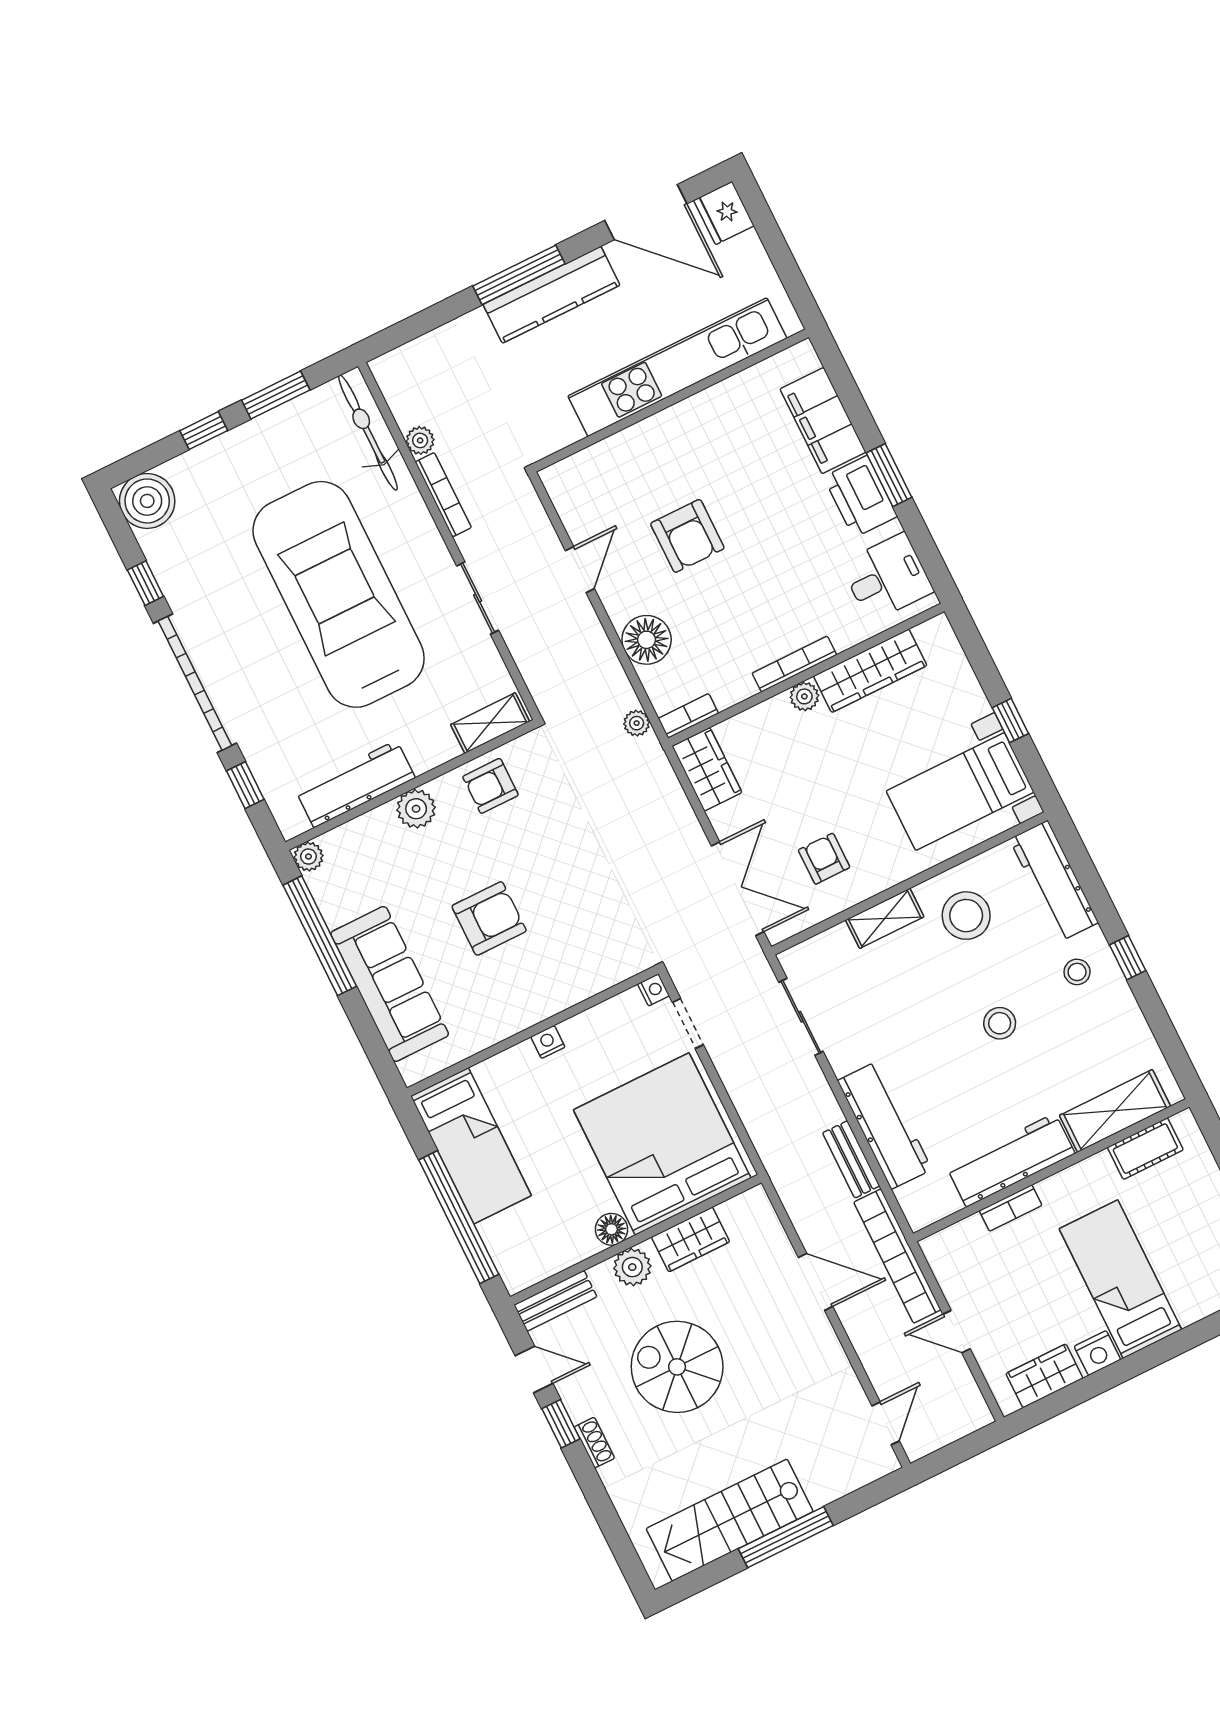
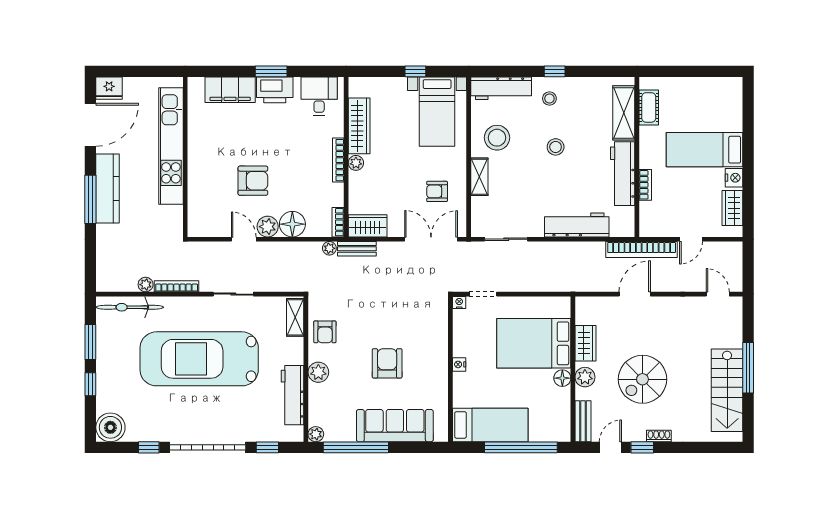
plant: (622, 600) -> (268, 227), added
bed: (662, 1144) -> (534, 343), width x0.73
bench: (851, 1159) -> (357, 249), moved

